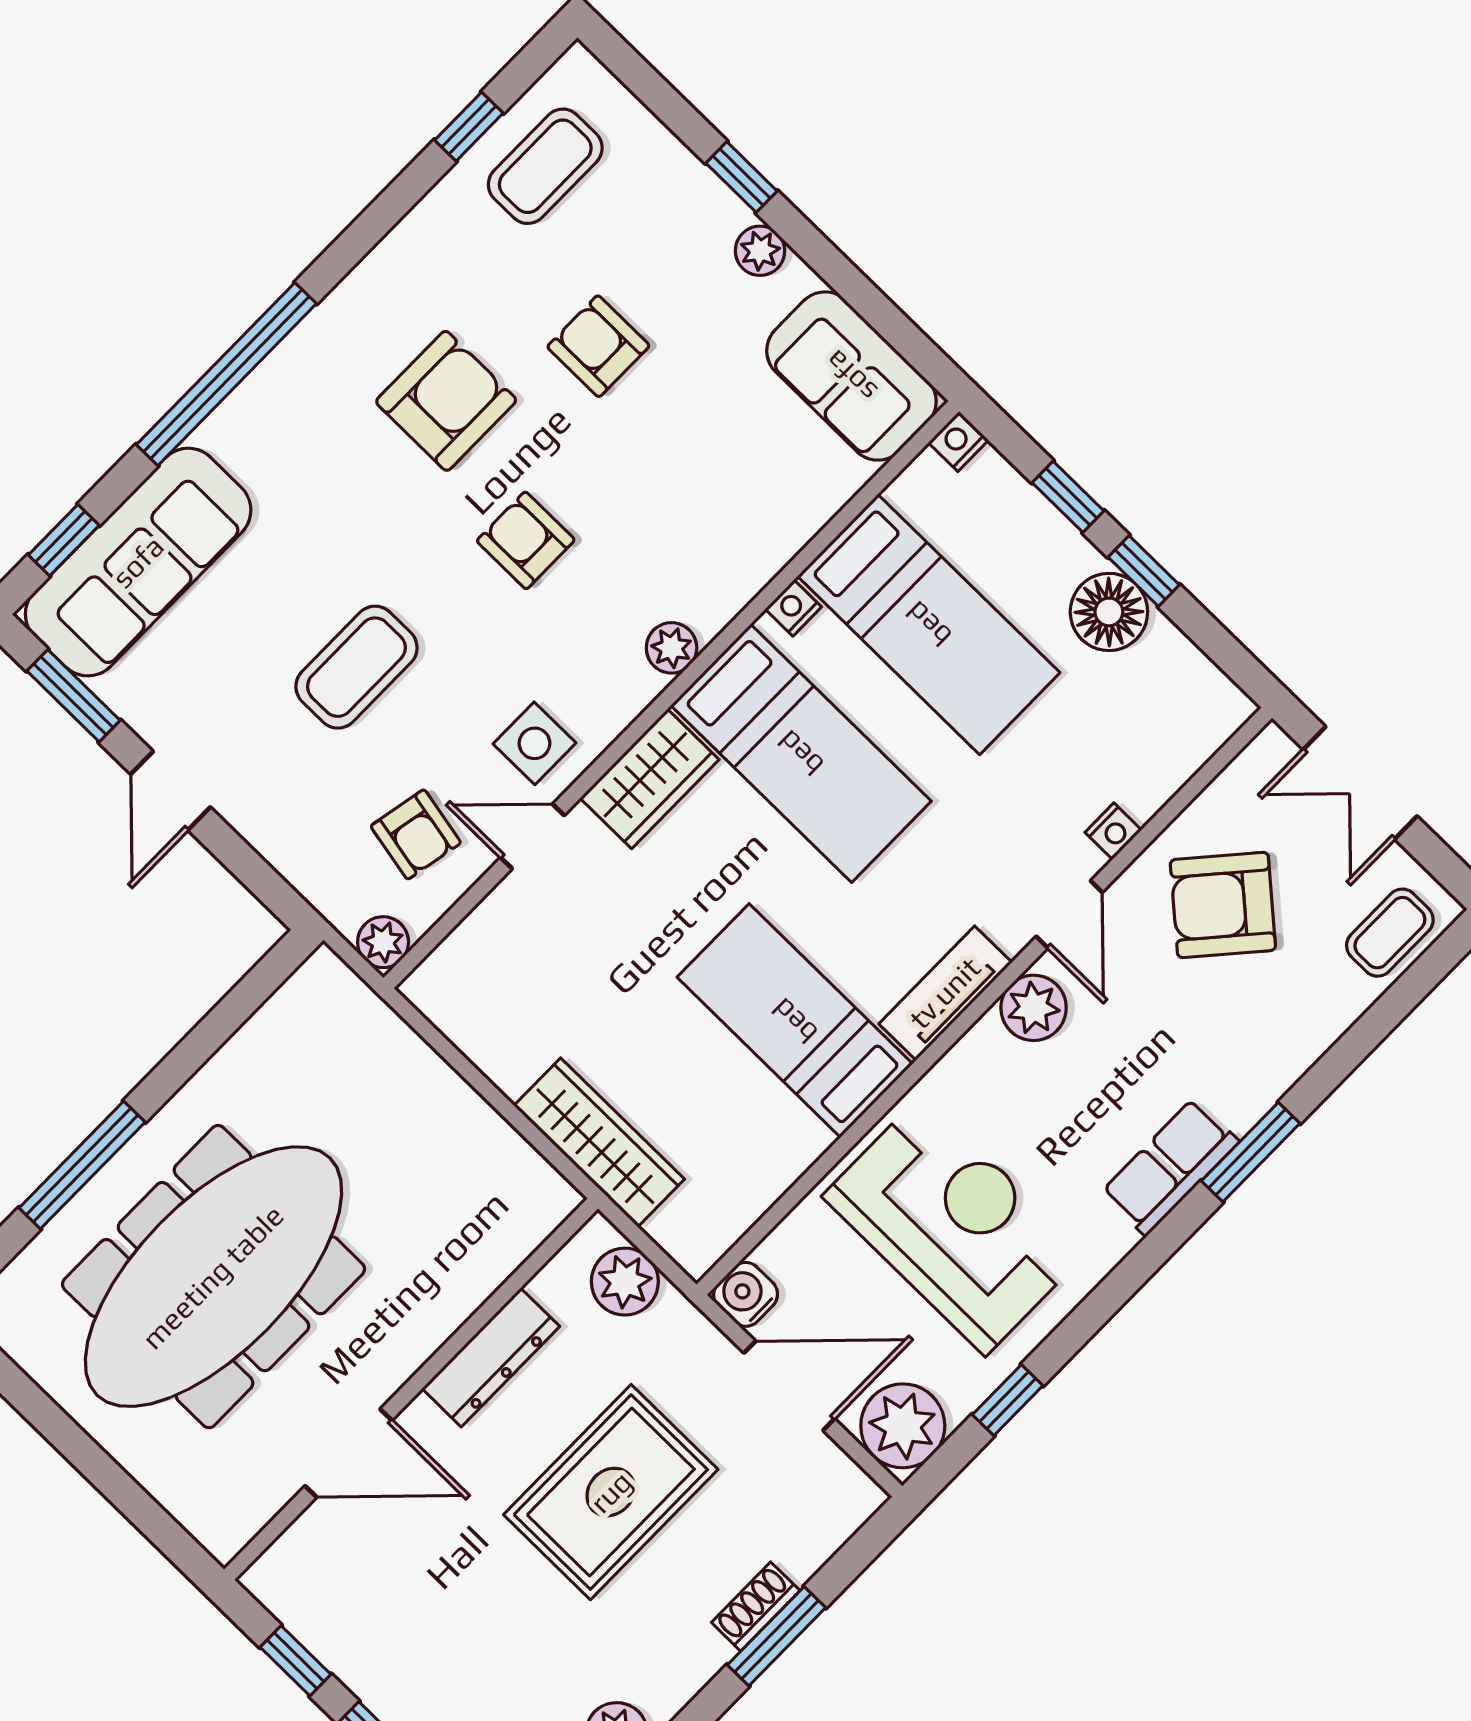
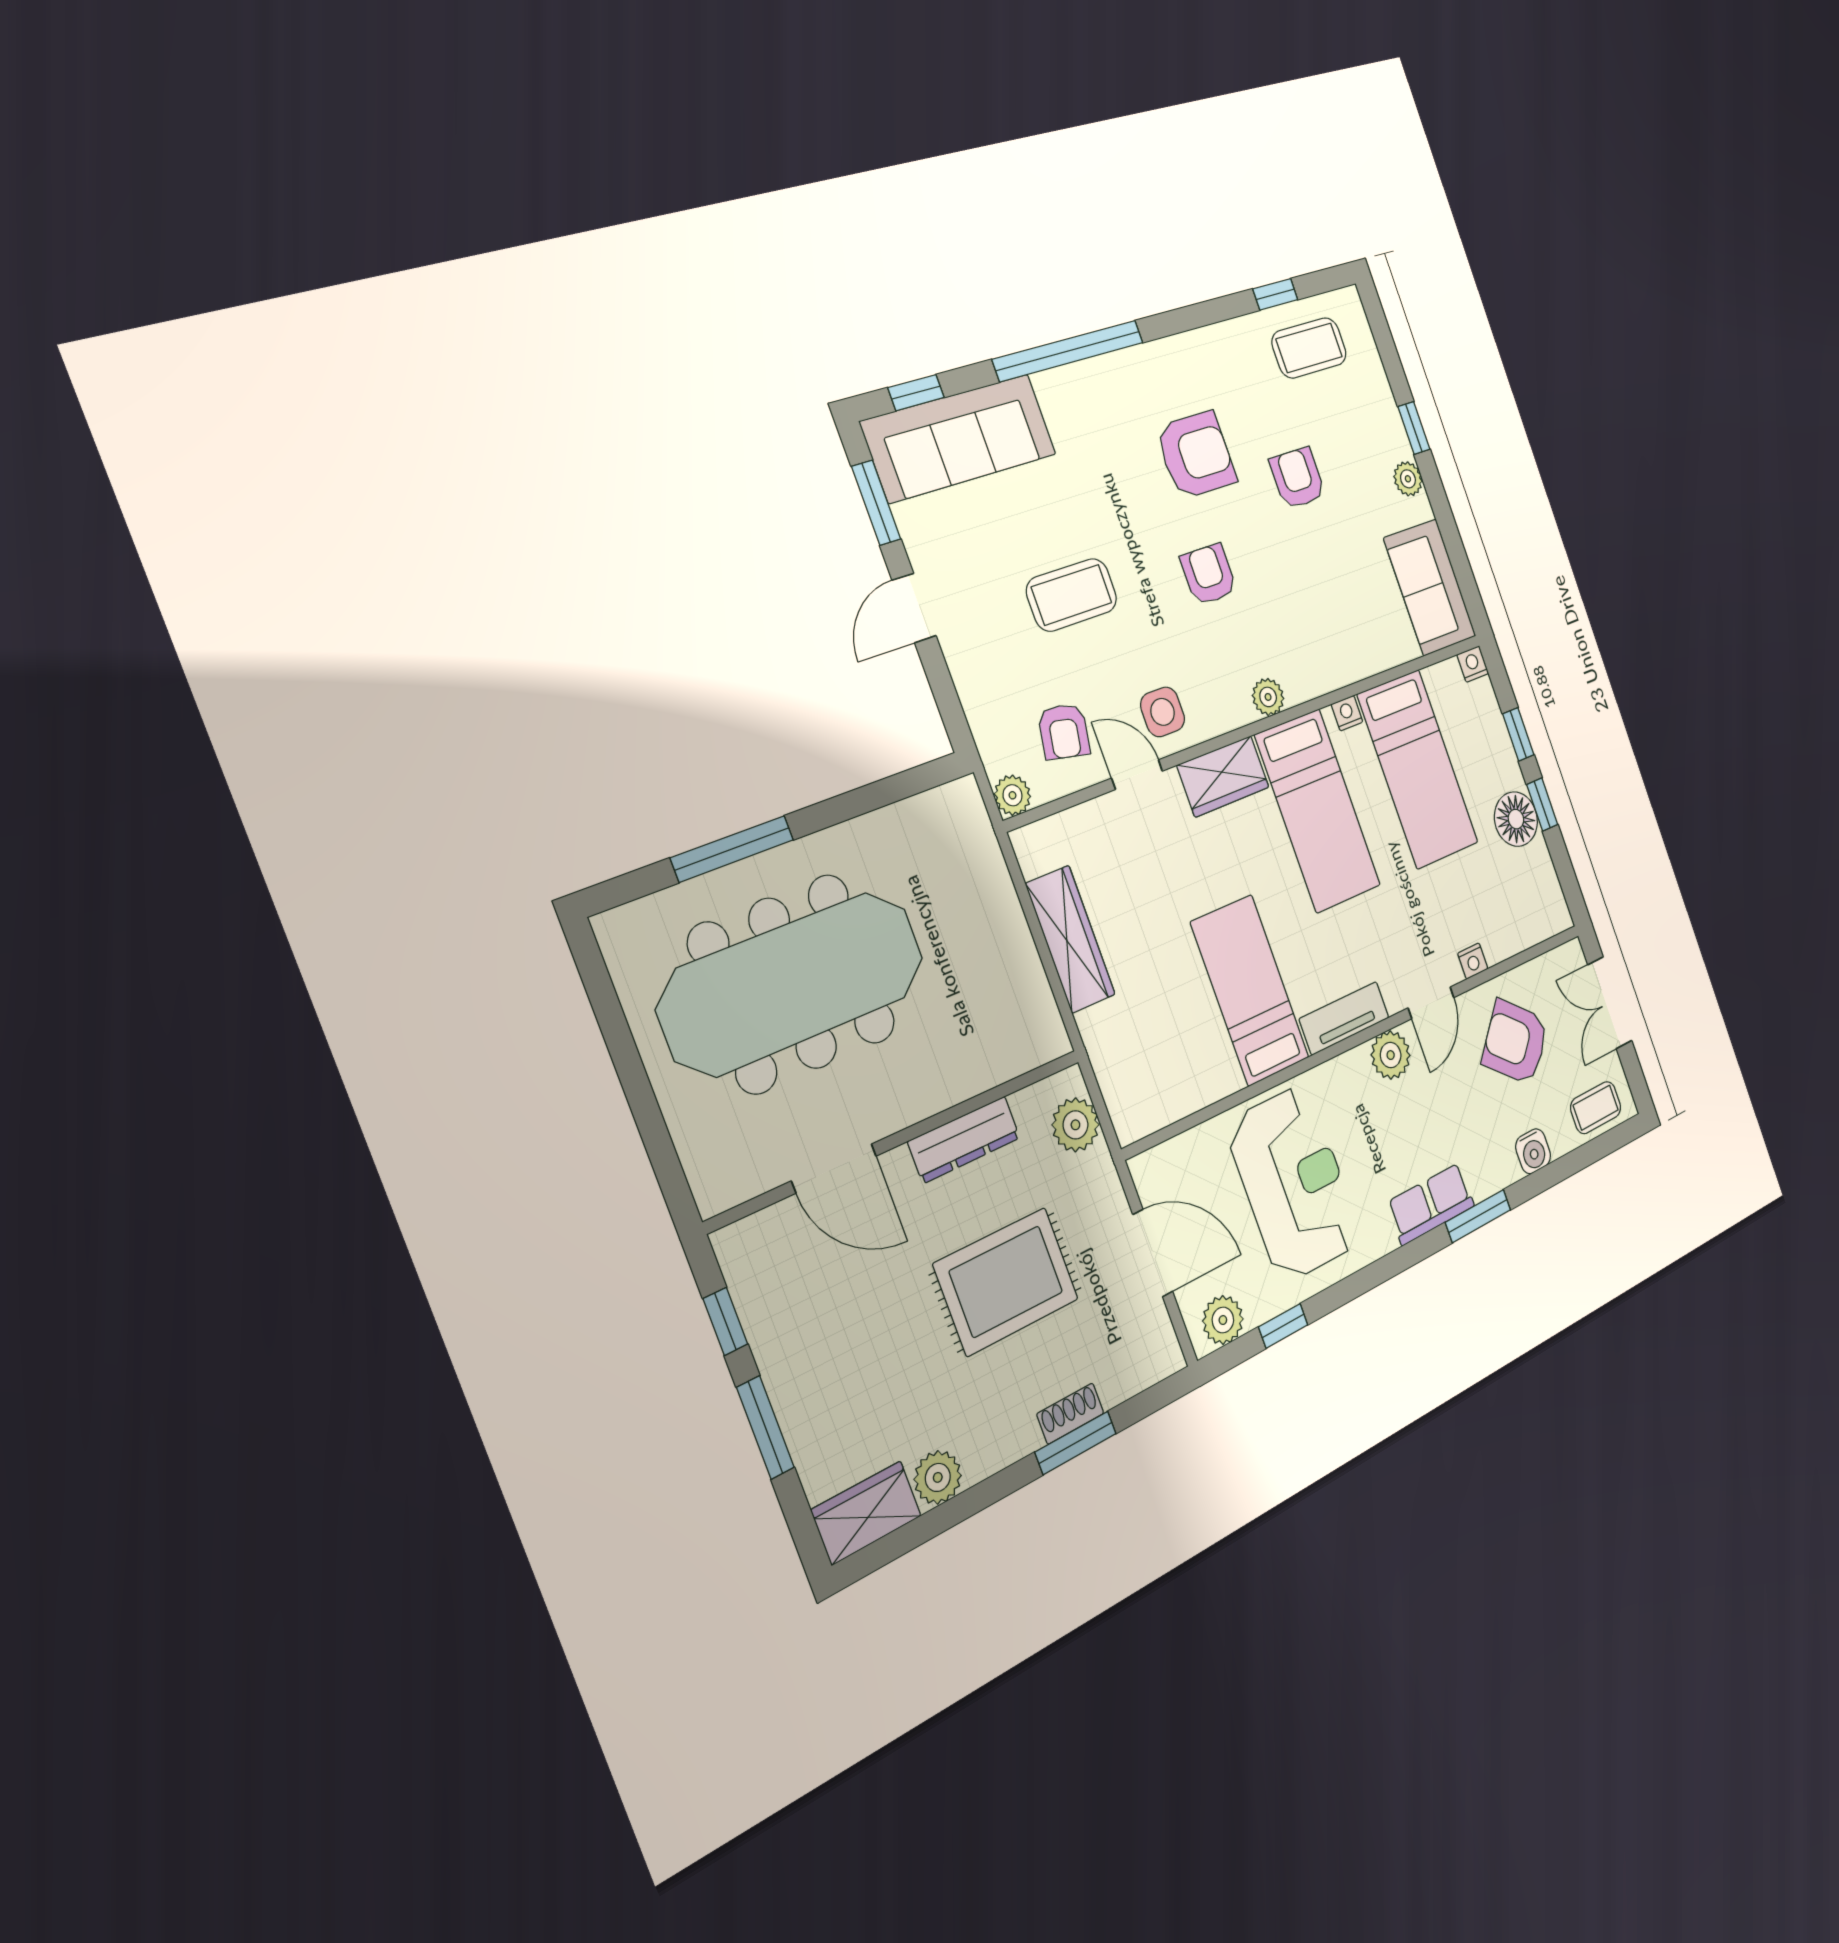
wardrobe: (599, 1142) -> (1070, 939), moved
water cooler: (746, 1294) -> (1533, 1151), moved, turned 180
plant: (903, 1426) -> (1223, 1320), width x0.73, depth x0.73

